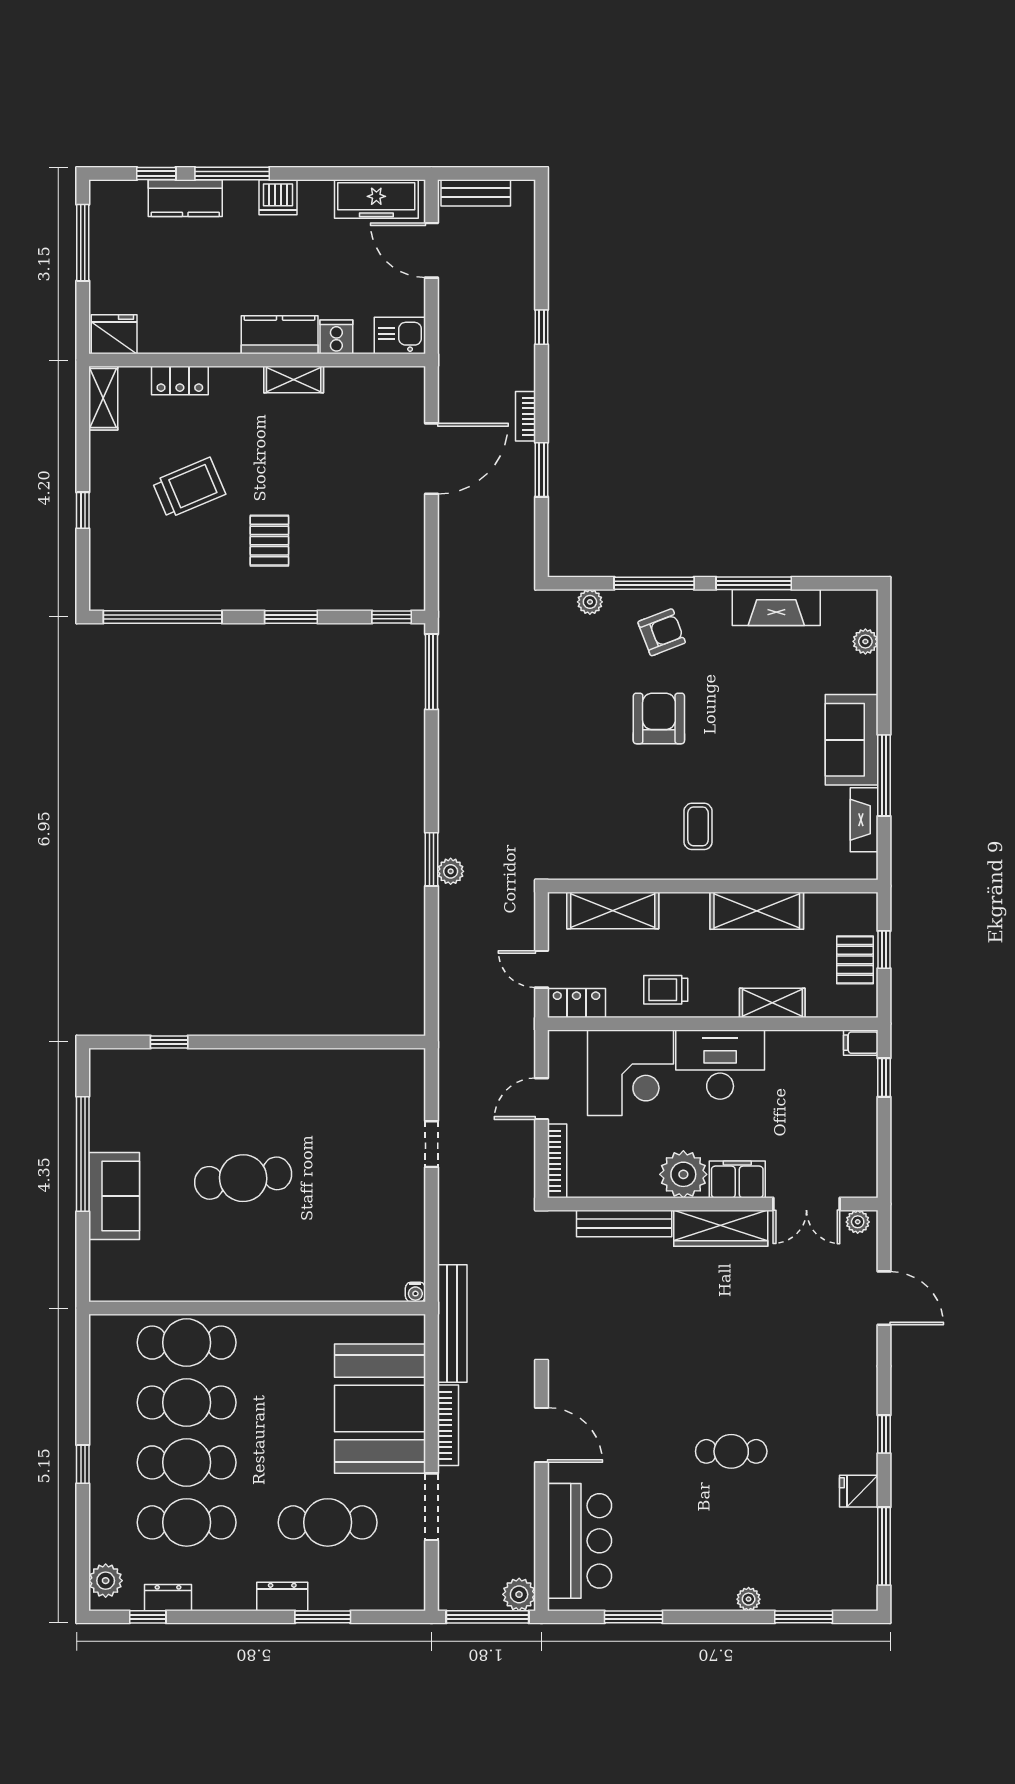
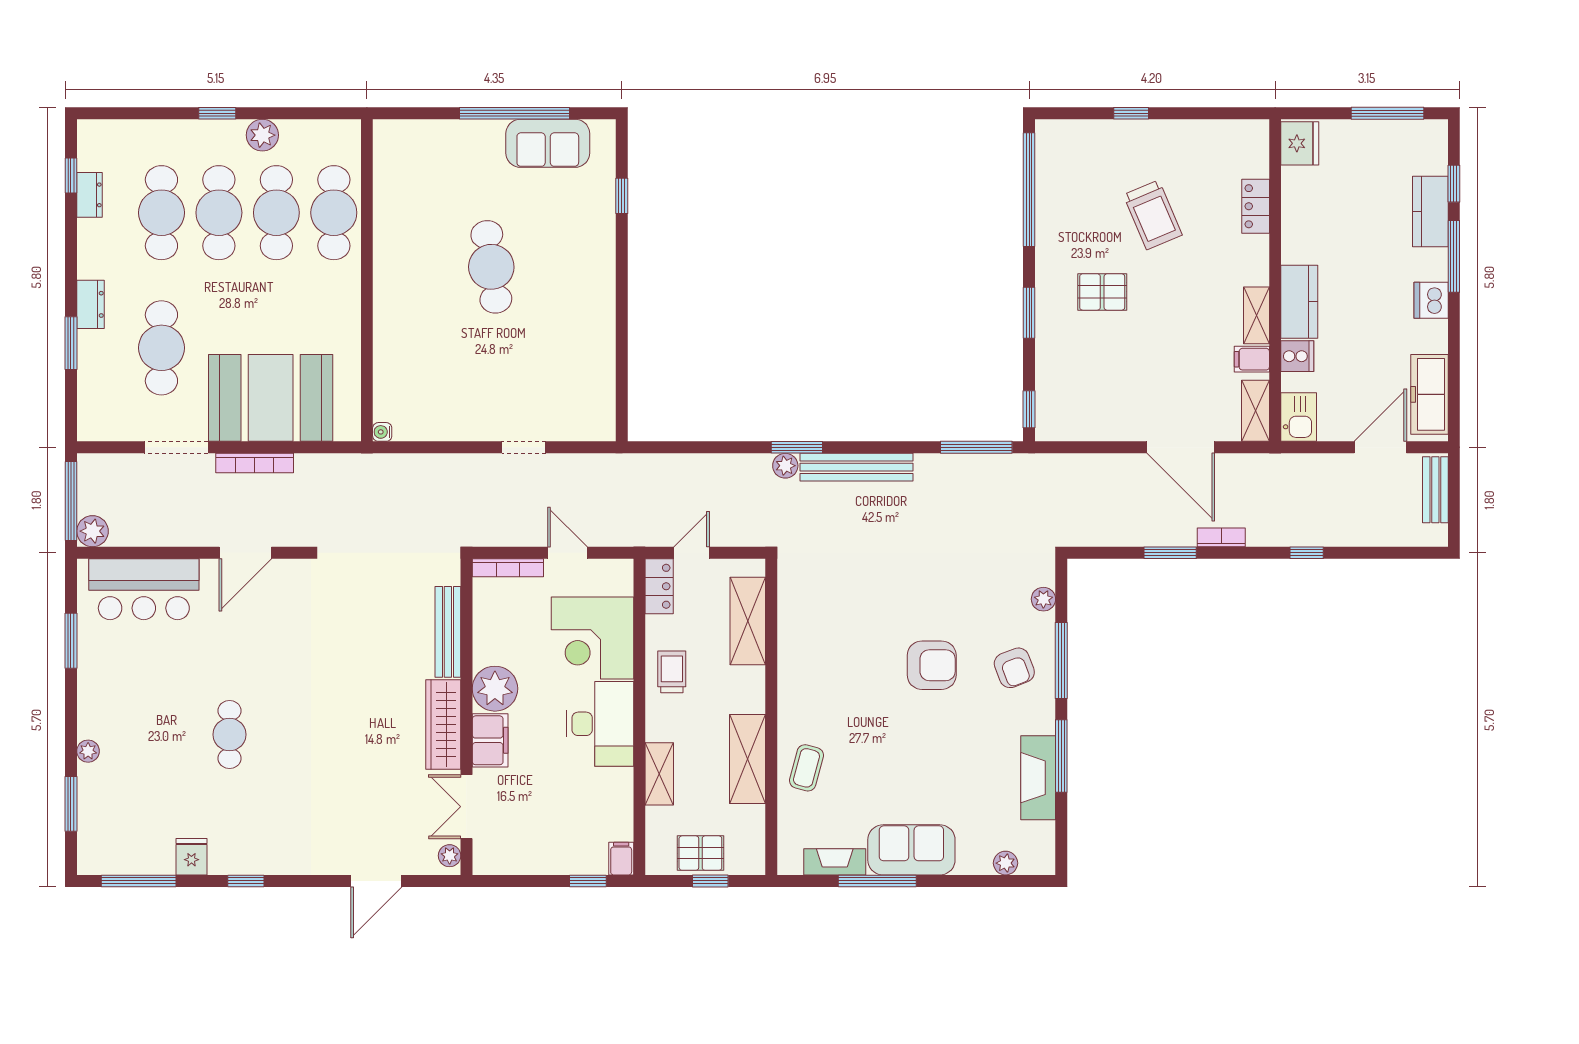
filing cabinet: (339, 384) -> (1252, 359), added
shelving: (103, 398) -> (1256, 411), moved, turned 90
coffee table: (698, 826) -> (806, 768), moved, turned -75
sofa: (114, 1196) -> (548, 143), moved
bench: (452, 1323) -> (857, 467), moved
plant: (106, 1581) -> (262, 135), moved

